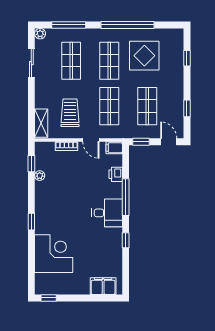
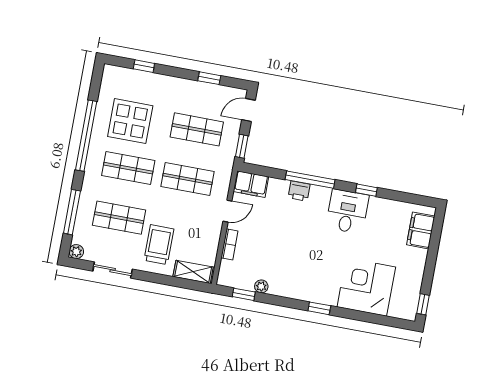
trolley: (70, 113) -> (159, 245), moved, turned 90
filing cabinet: (114, 148) -> (251, 184), width x2.00
printer: (116, 174) -> (299, 191), moved
desk: (107, 213) -> (347, 211), moved

